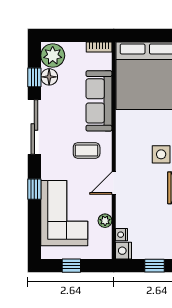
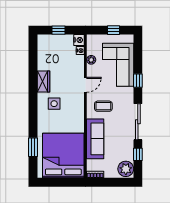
floor lamp: (49, 77) -> (128, 155), removed

